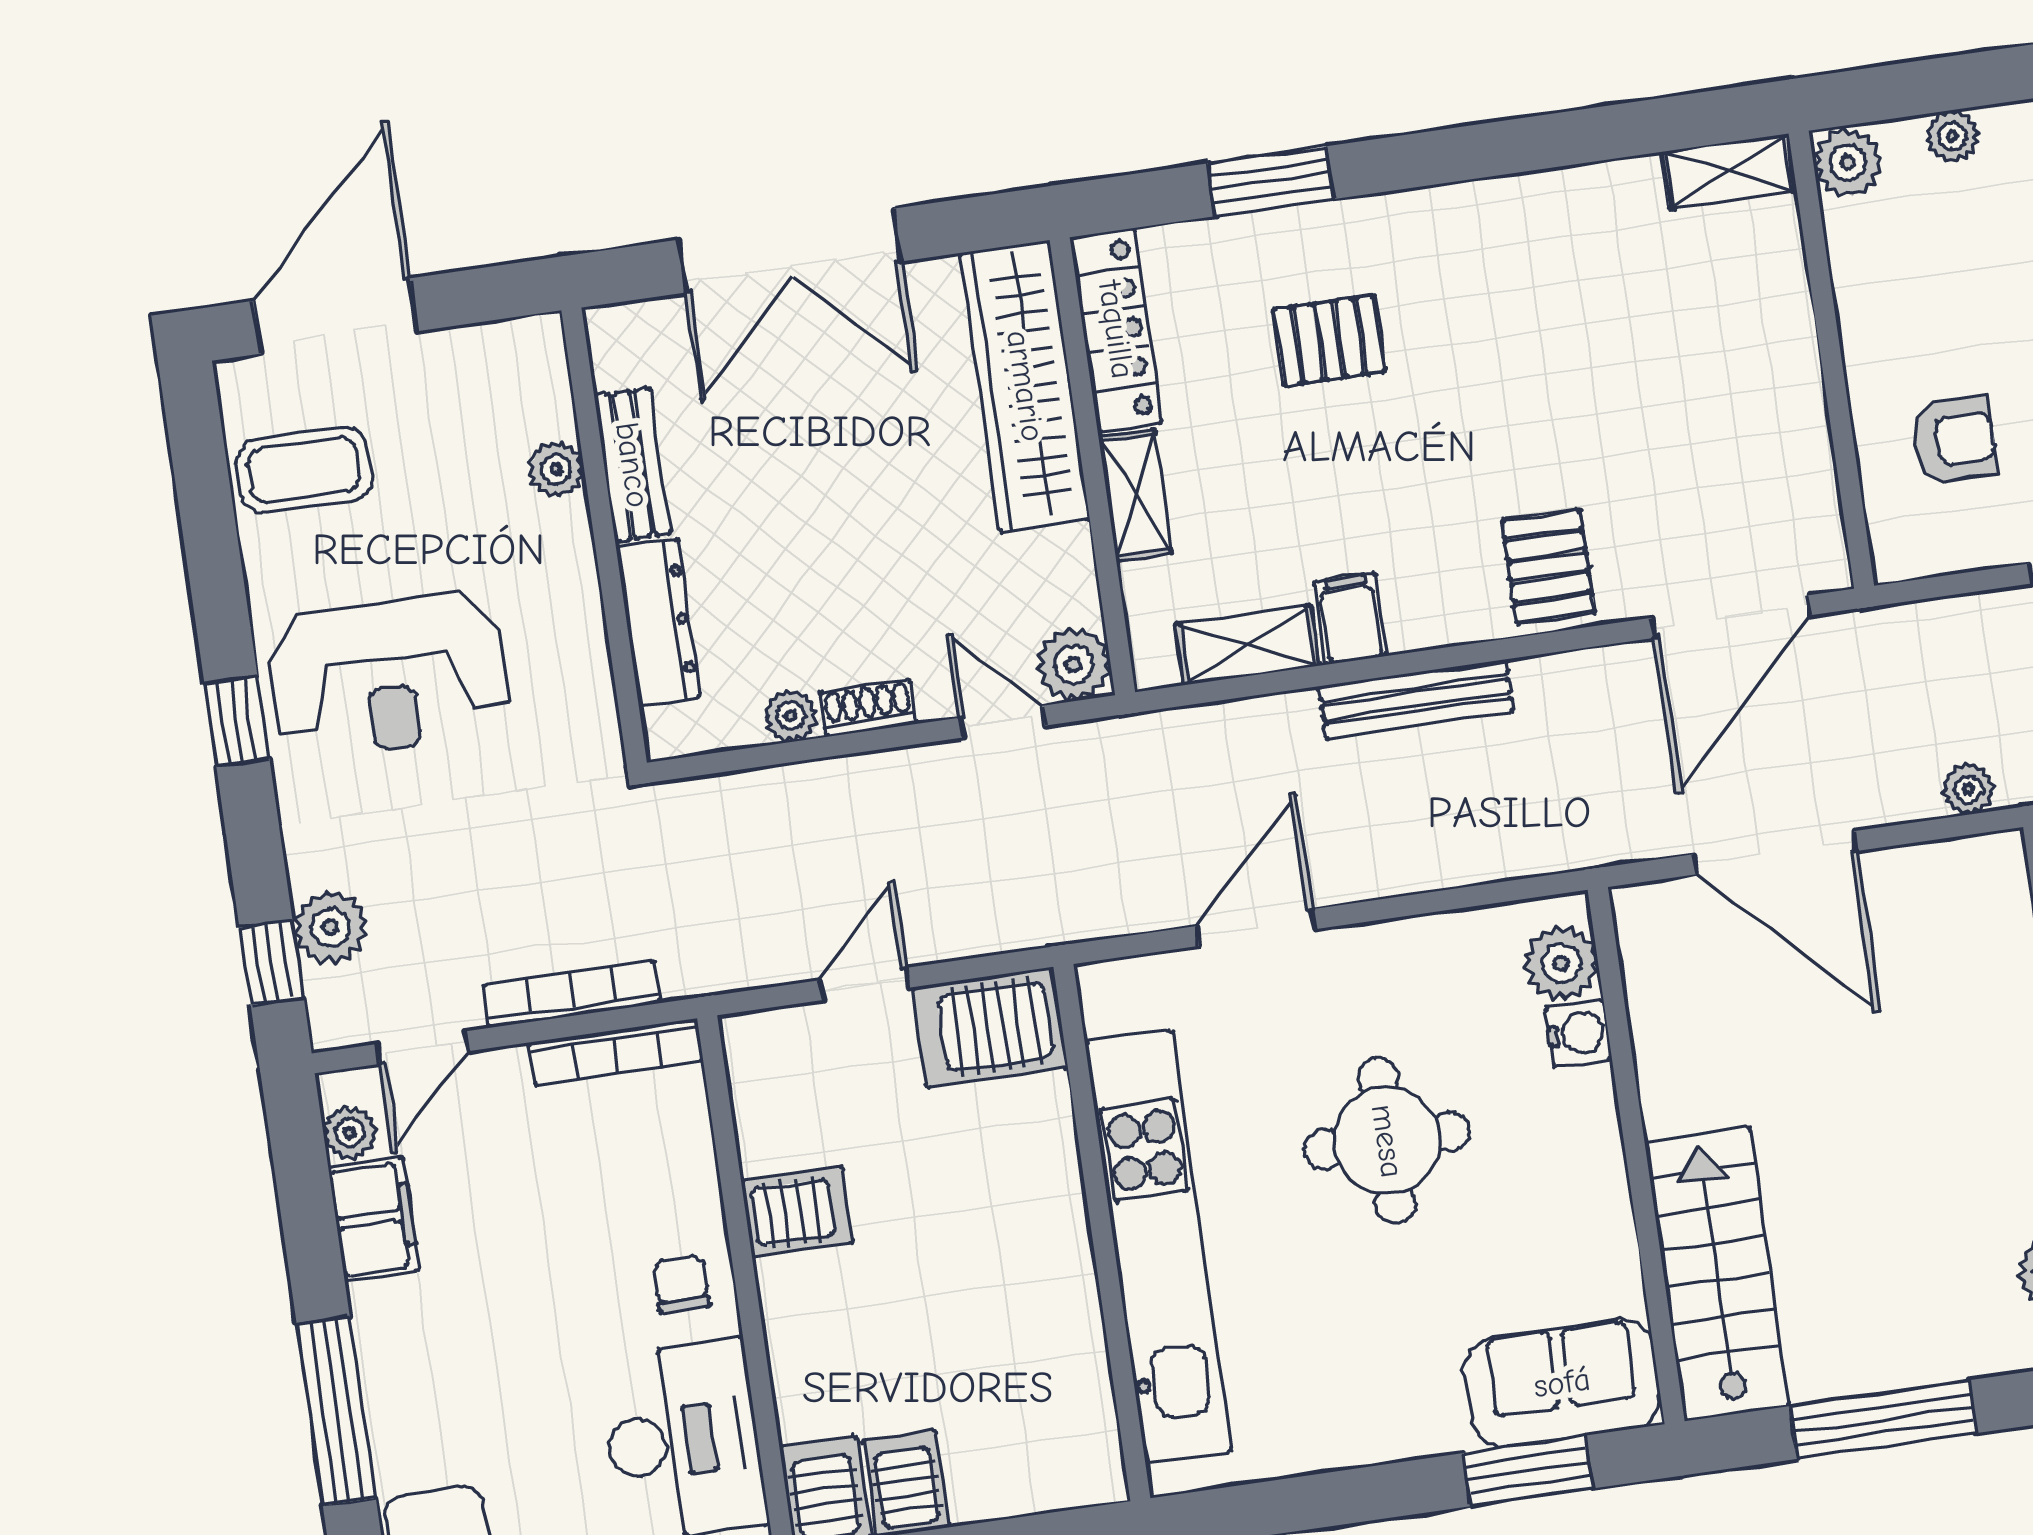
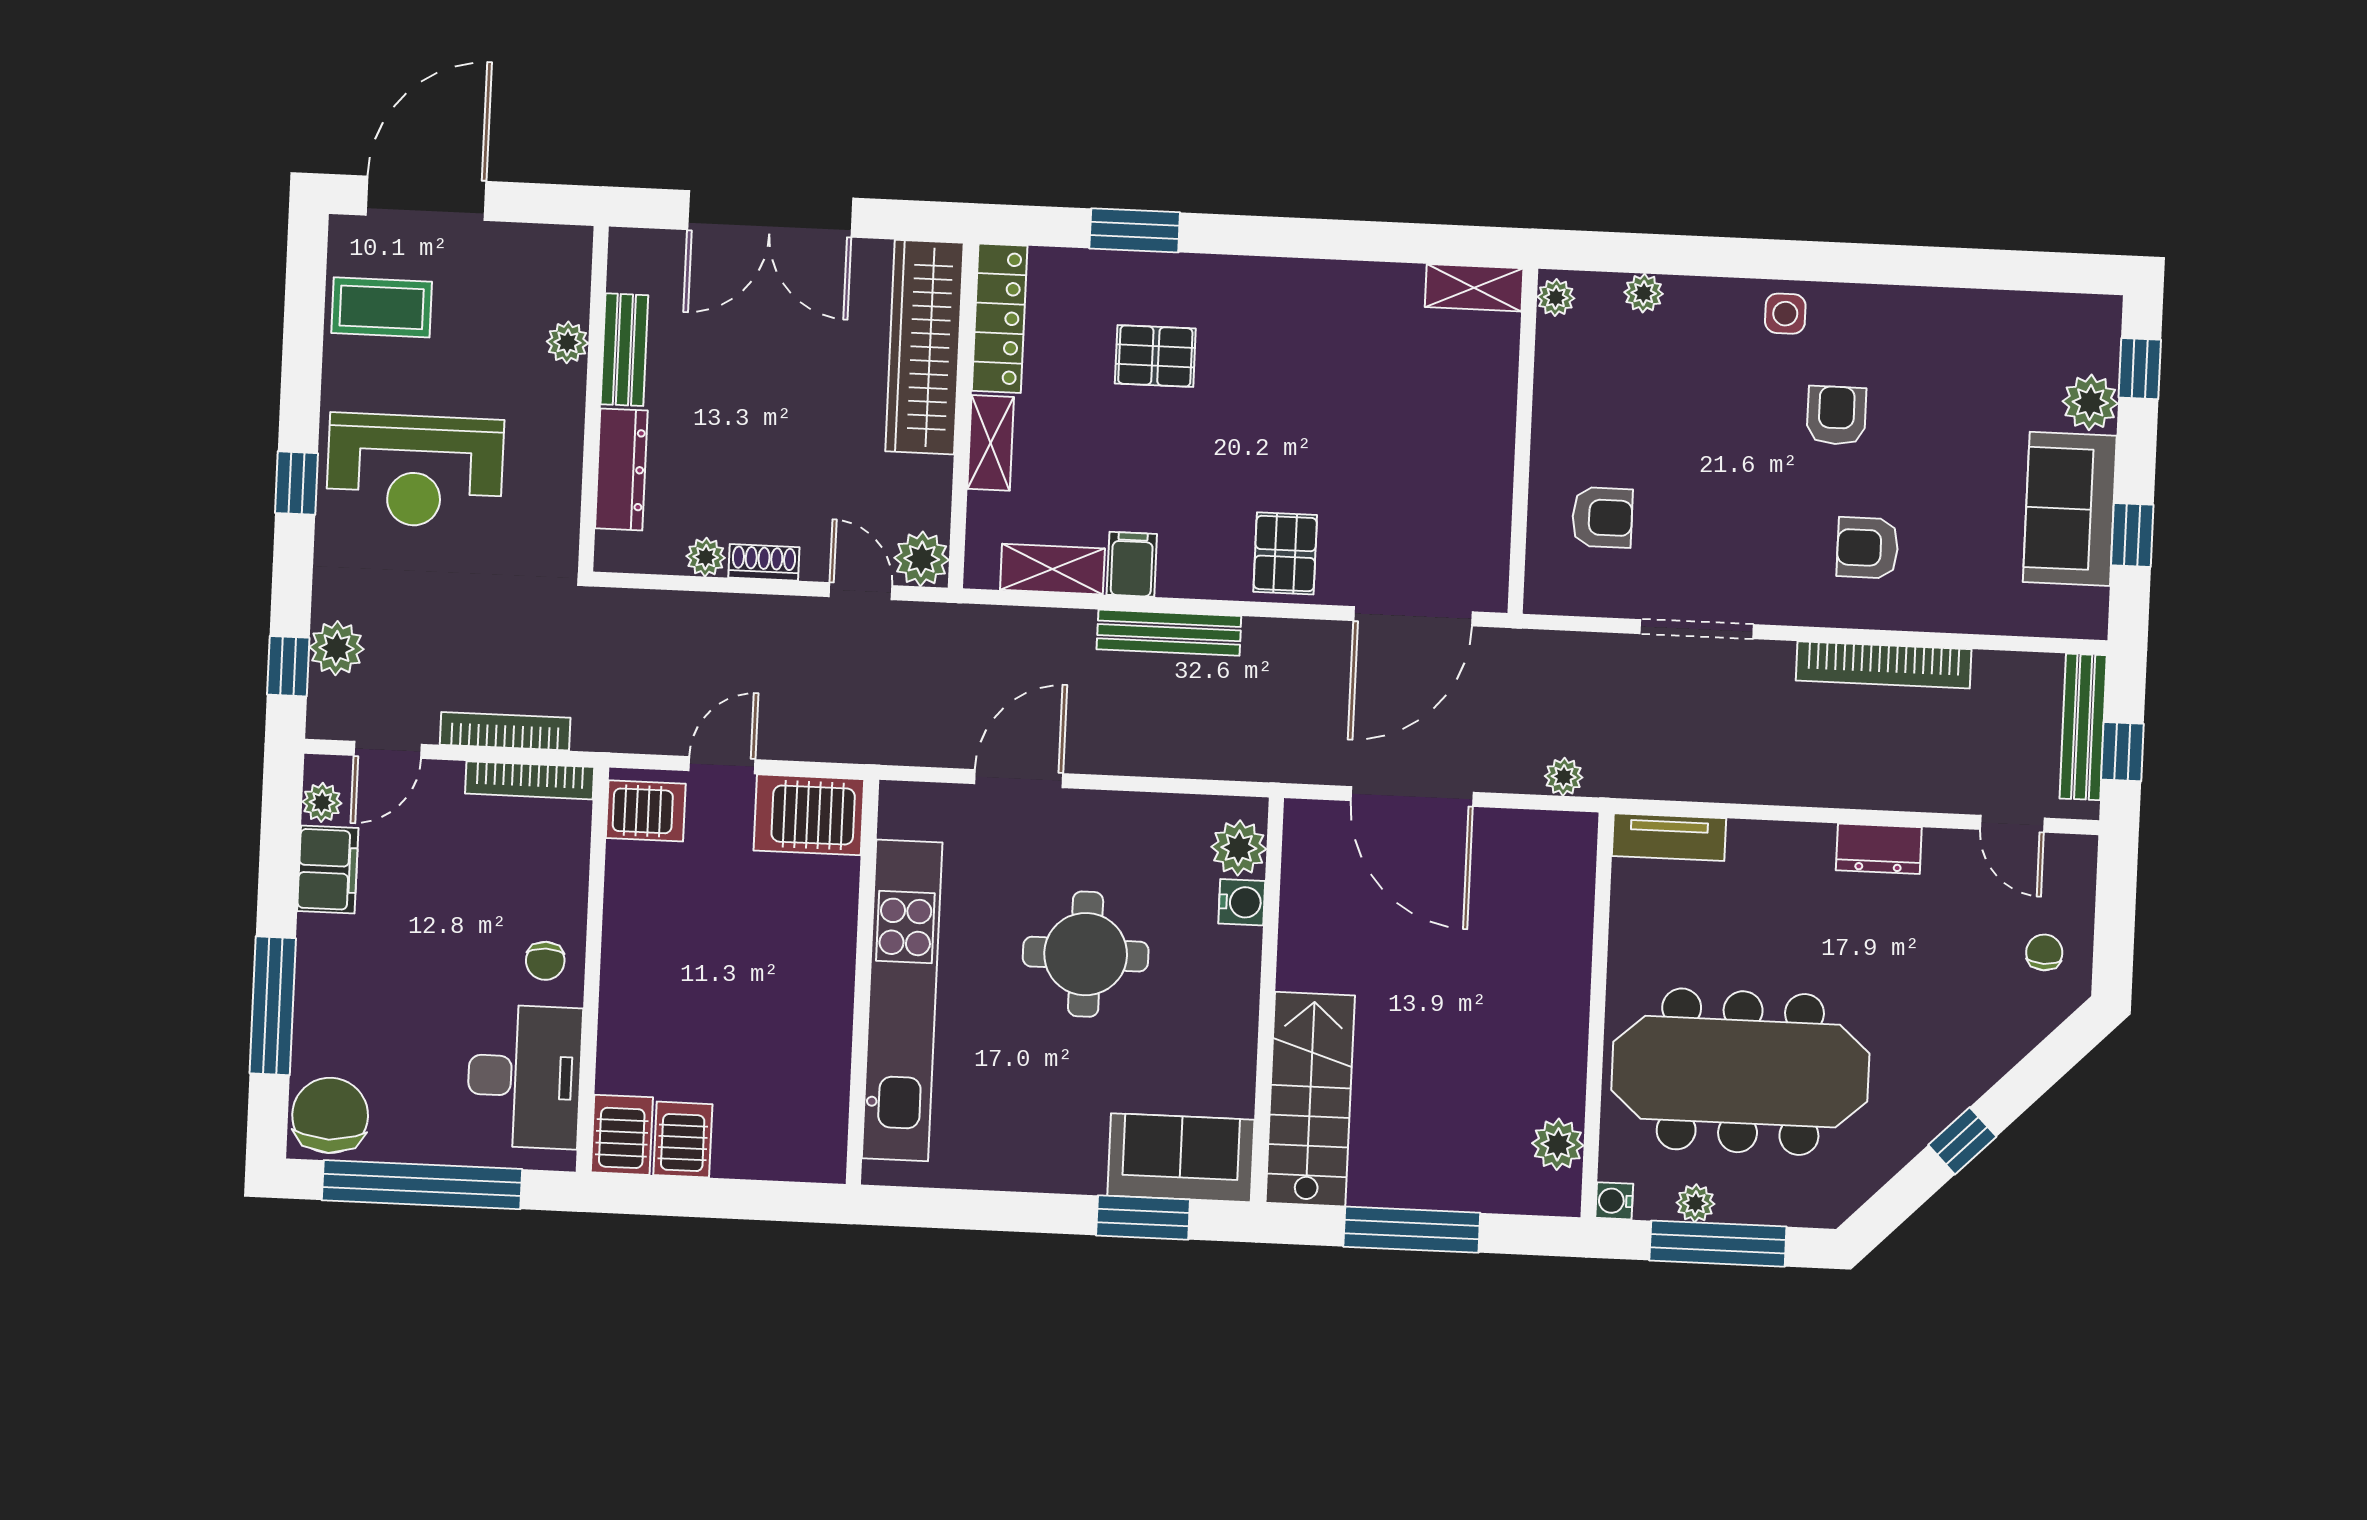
plant: (1848, 162) -> (1556, 298), width x0.73, depth x0.73
server rack: (797, 1212) -> (646, 811), moved
chair: (681, 1284) -> (545, 961), turned 180

